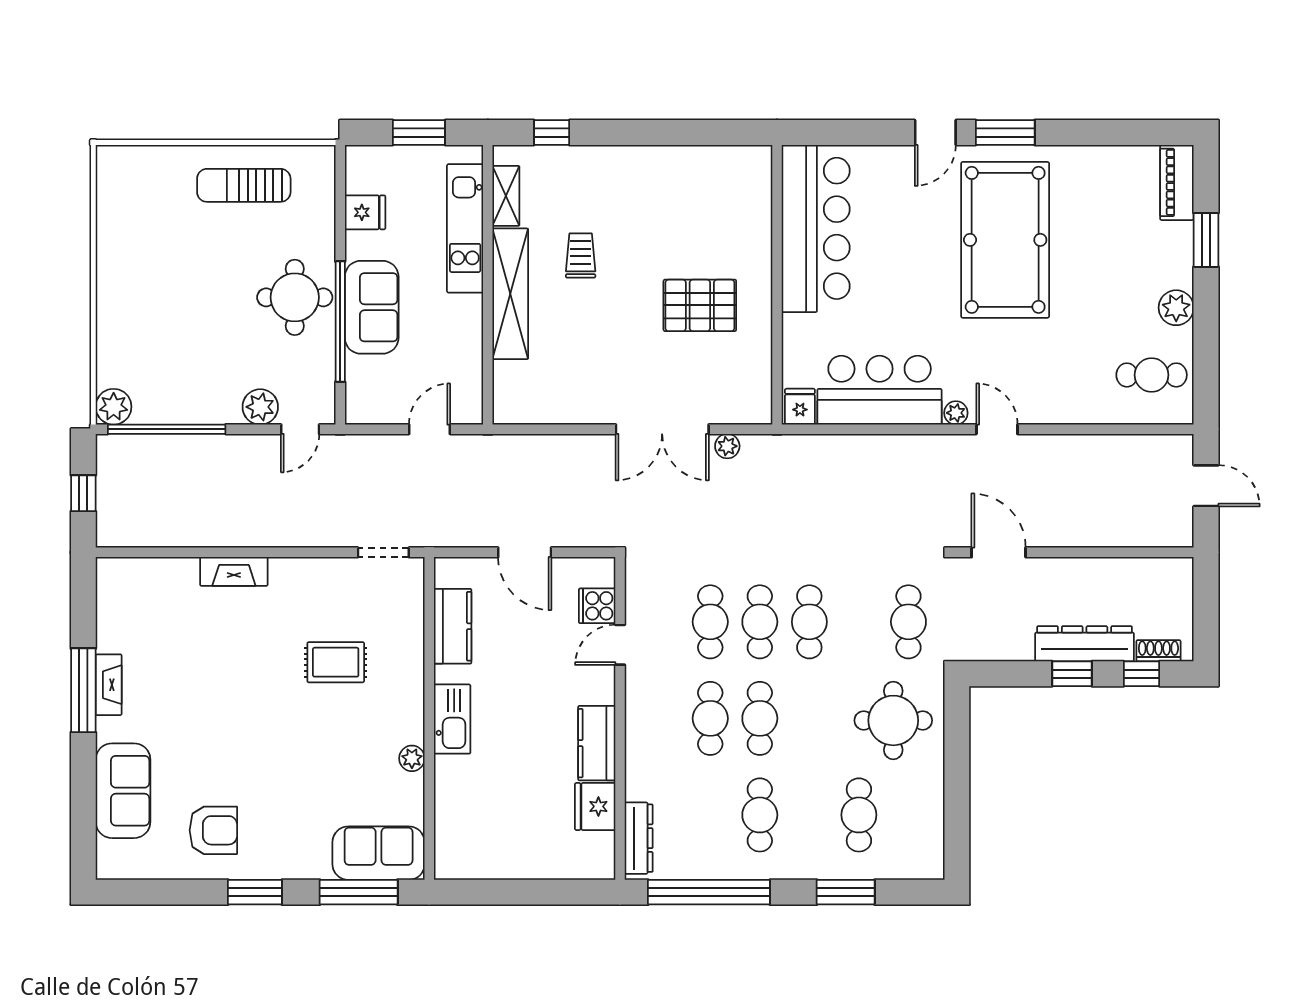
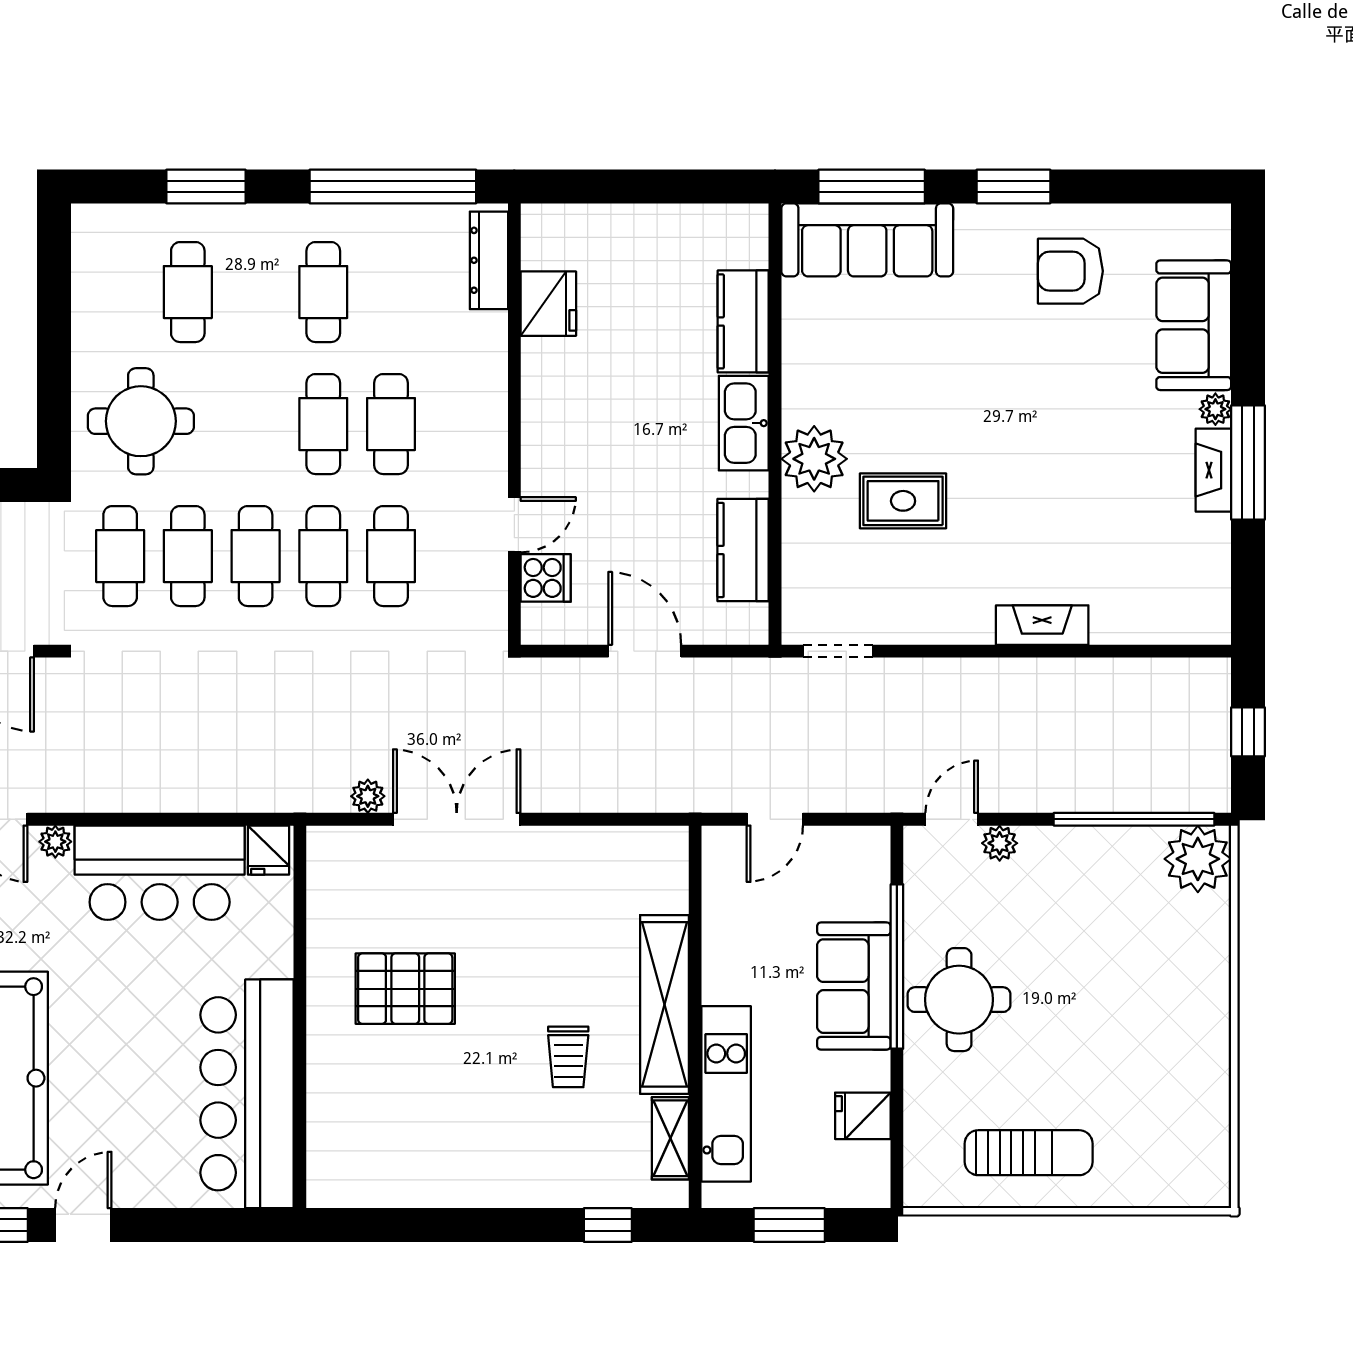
plant: (114, 407) -> (1198, 859), width x1.36, depth x1.36
plant: (260, 407) -> (1000, 843), width x0.73, depth x0.73
cafe table: (859, 622) -> (188, 556), added
plant: (107, 729) -> (1215, 409), added
kitchen counter: (597, 743) -> (743, 321), moved, turned 180
plant: (412, 758) -> (814, 459), moved, width x1.88, depth x1.88
sofa: (379, 853) -> (867, 240), width x1.36

